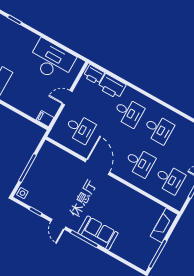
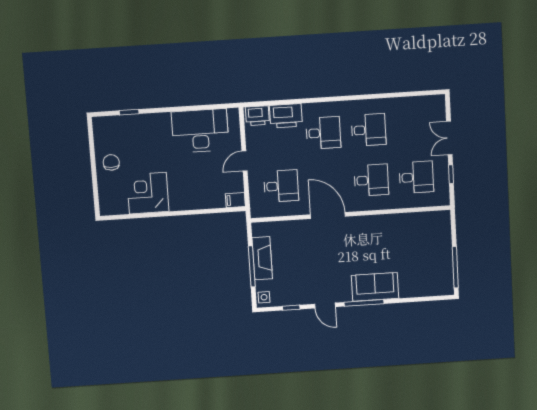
fireplace: (164, 225) -> (262, 258), moved, turned 180

